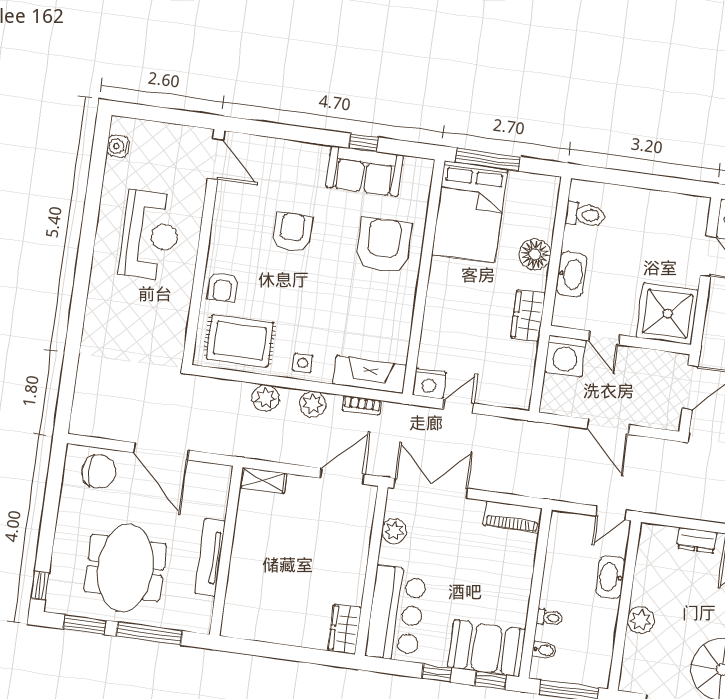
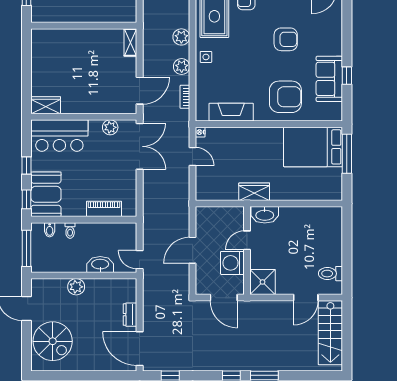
toilet: (585, 215) -> (331, 274), moved, turned 90
floor lamp: (535, 254) -> (293, 191), removed
washbasin: (571, 274) -> (265, 215), moved
shower: (667, 314) -> (263, 282), width x0.73, depth x0.73
washing machine: (565, 356) -> (232, 263), moved
fireplace: (370, 375) -> (231, 112), moved, turned -90
nightstand: (429, 384) -> (200, 132), width x0.53, depth x0.56
door: (342, 476) -> (140, 91), hinge flipped
piano: (513, 517) -> (104, 209), moved, turned 90
tv unit: (210, 557) -> (79, 16), removed

